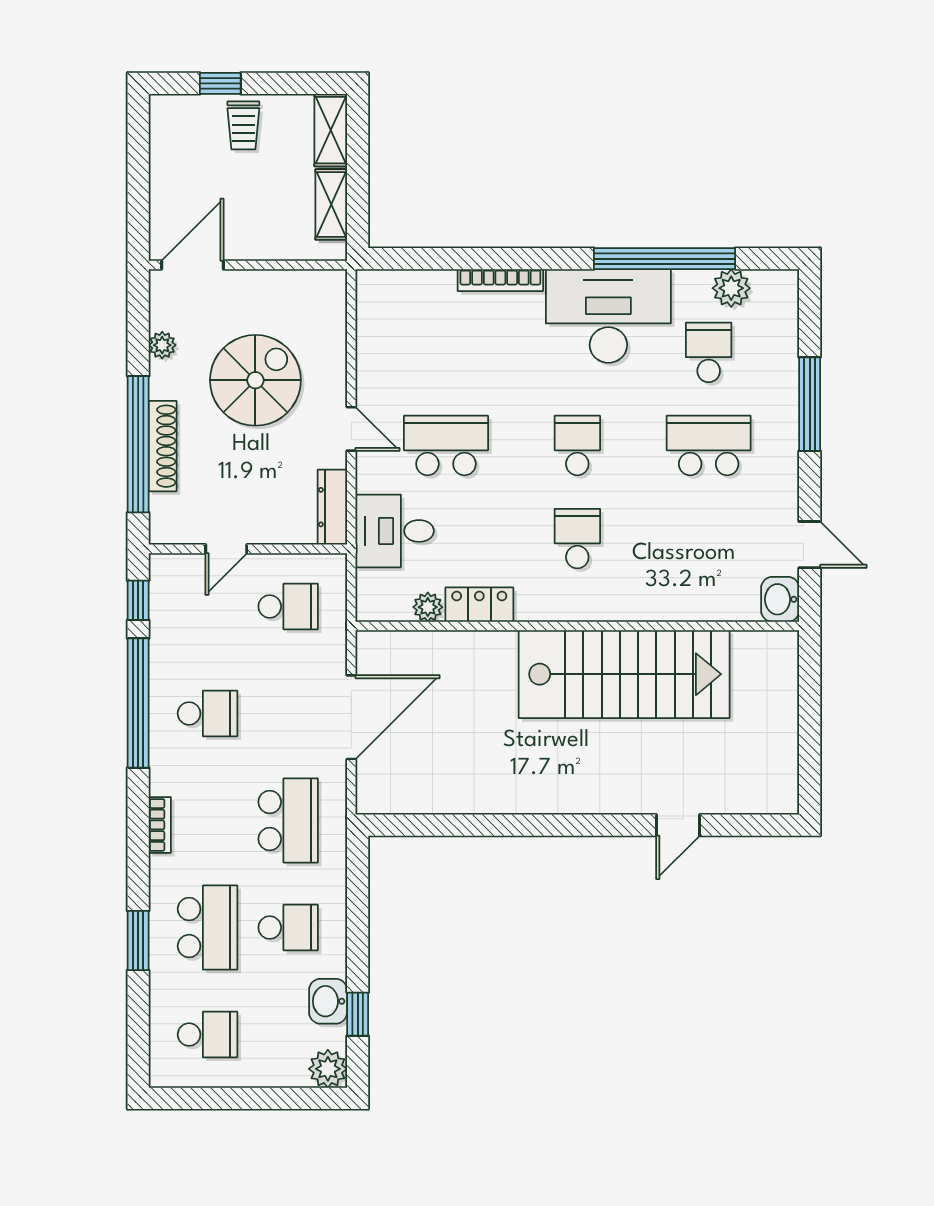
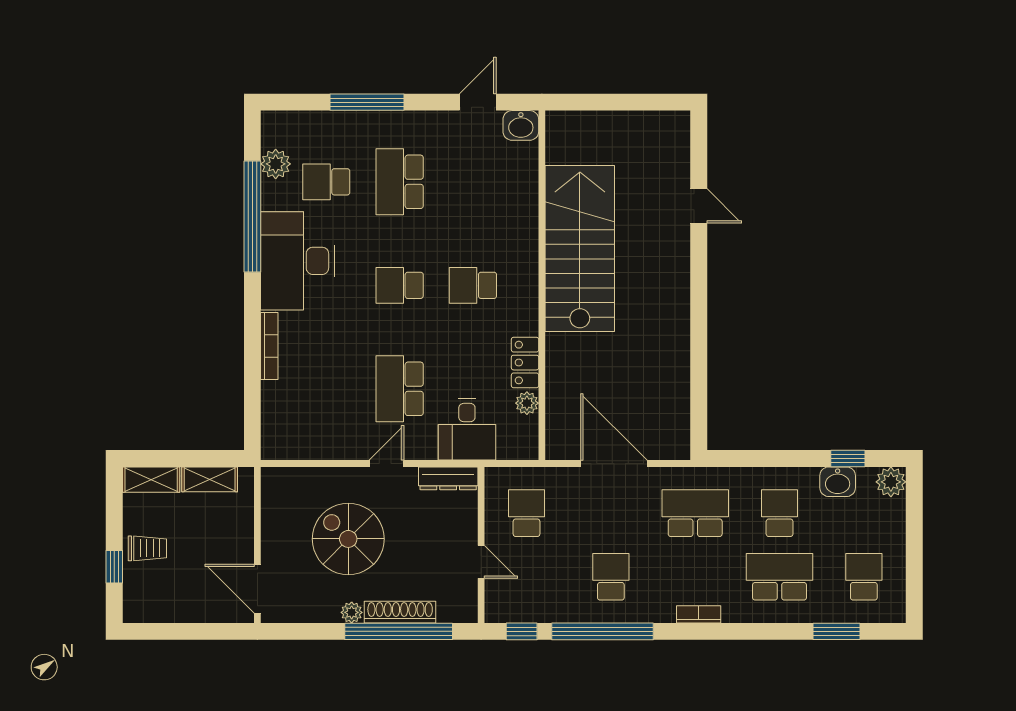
plant: (162, 345) -> (352, 612), moved
window: (138, 941) -> (837, 631), moved

